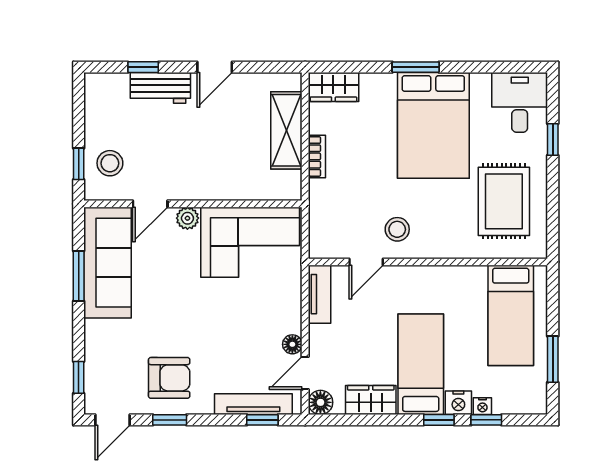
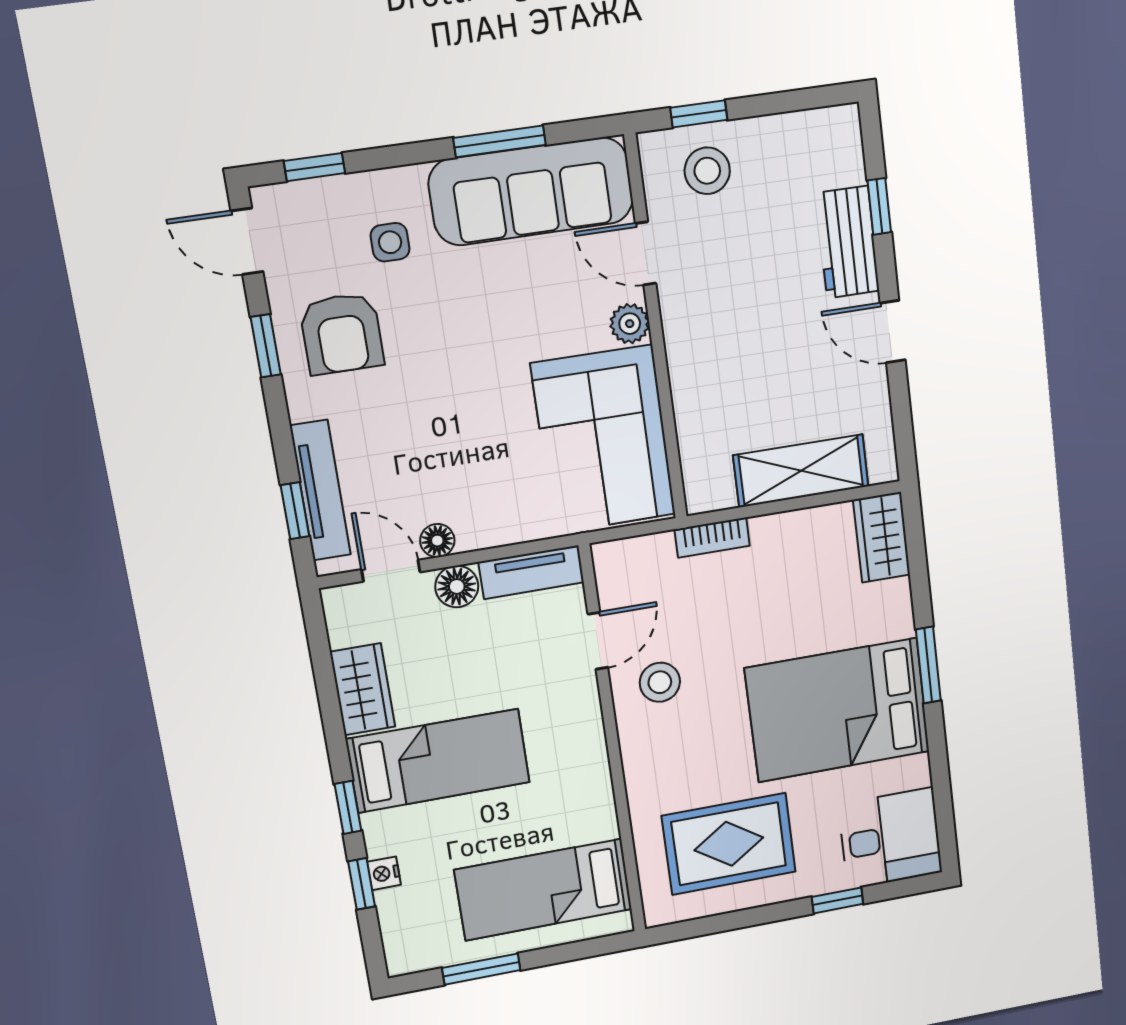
bookcase: (317, 156) -> (712, 538), moved
door: (366, 262) -> (598, 641), swing flipped
side table: (124, 344) -> (390, 242), added
floor lamp: (320, 402) -> (457, 586), moved
nightstand: (458, 403) -> (383, 834), removed

